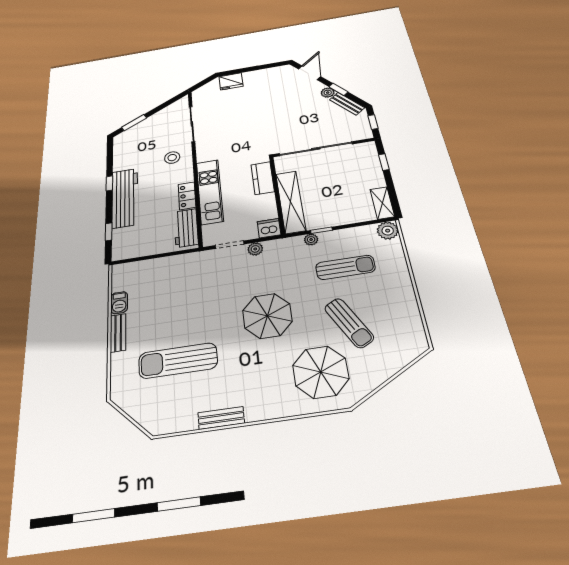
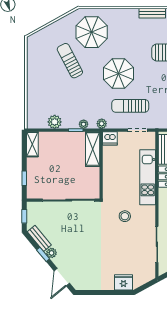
stool: (237, 145) -> (125, 216), added
kitchen counter: (263, 178) -> (109, 182), removed
shelving: (291, 202) -> (93, 149), width x0.68
plant: (388, 231) -> (55, 122), moved
plant: (255, 249) -> (102, 124), moved
sun lounger: (345, 267) -> (130, 106), moved

